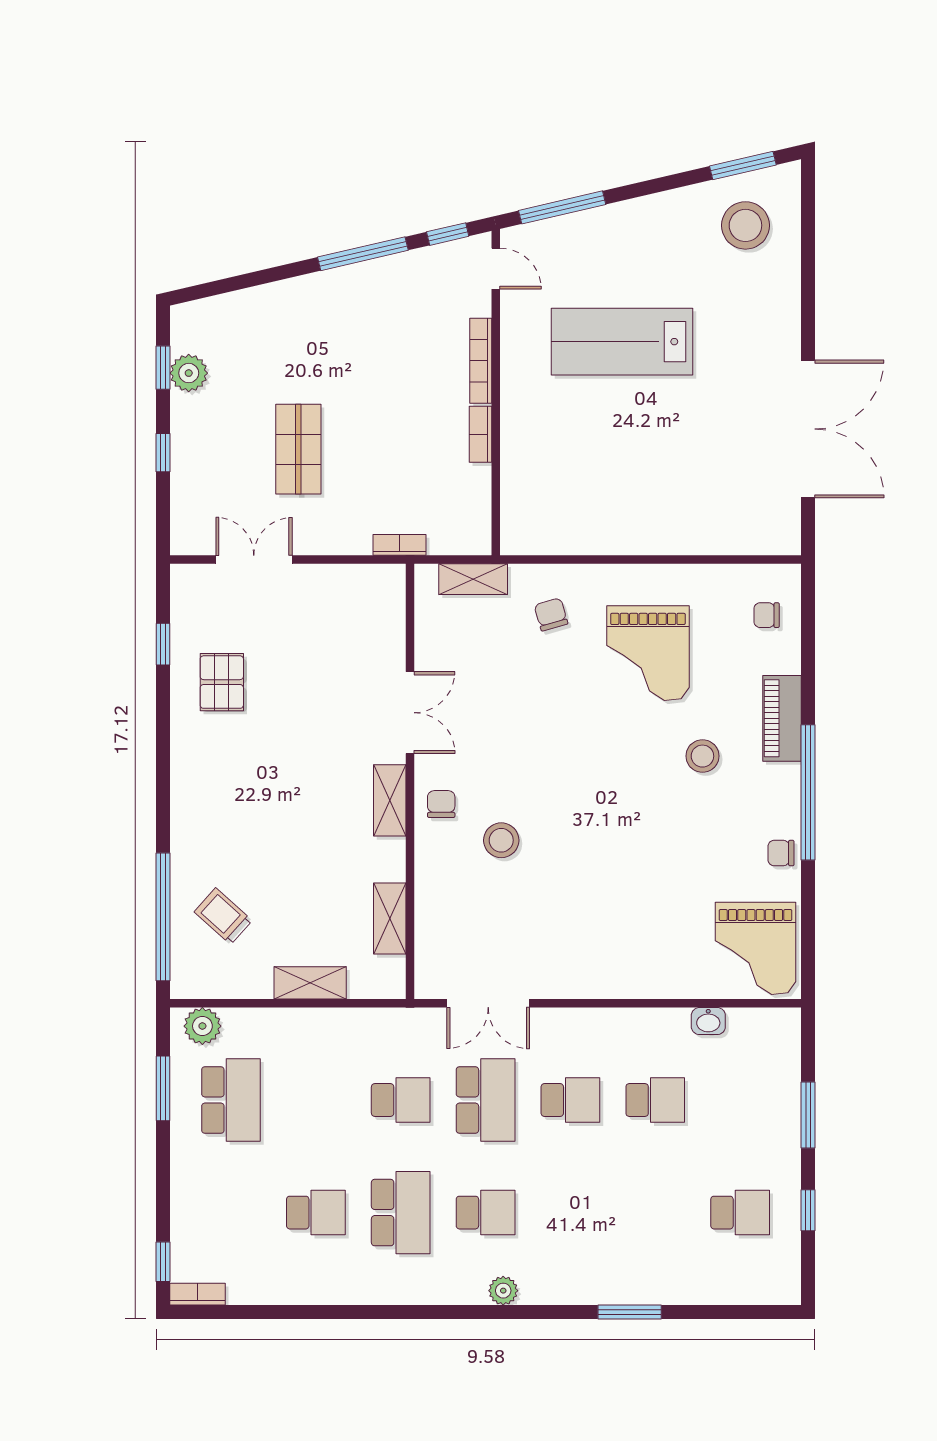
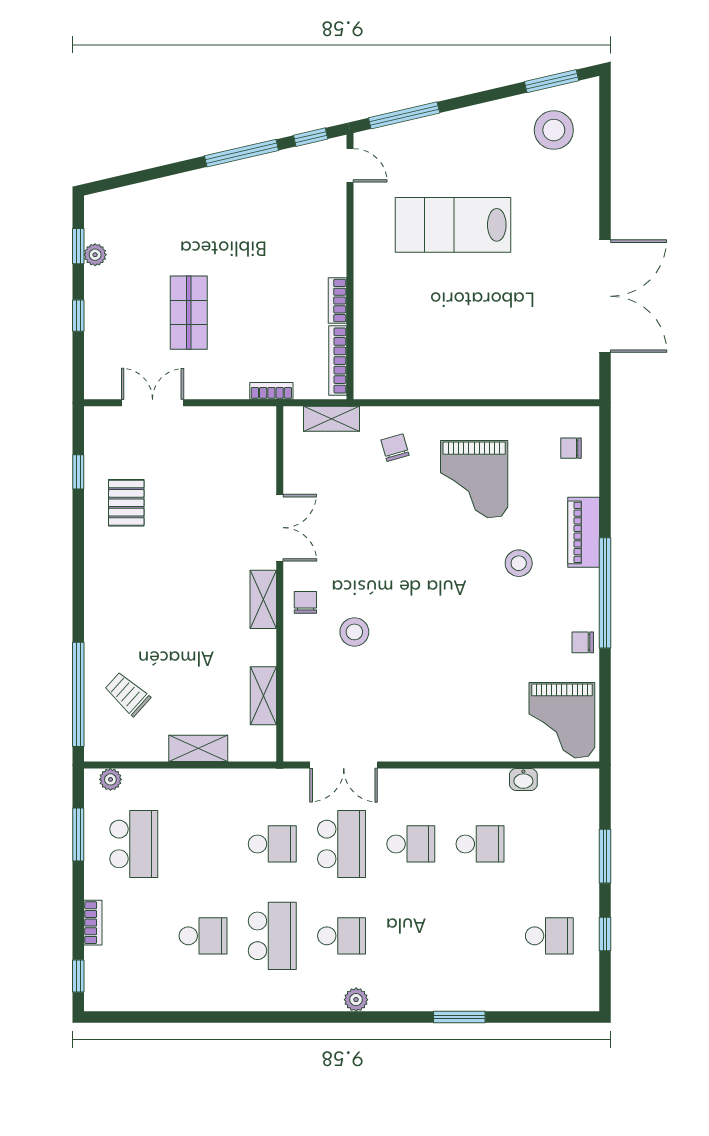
bookcase: (481, 361) -> (338, 361), moved
plant: (189, 373) -> (95, 255), width x0.73, depth x0.73
plant: (202, 1026) -> (110, 779), width x0.73, depth x0.73
bookcase: (197, 1294) -> (93, 923), moved, turned 90

